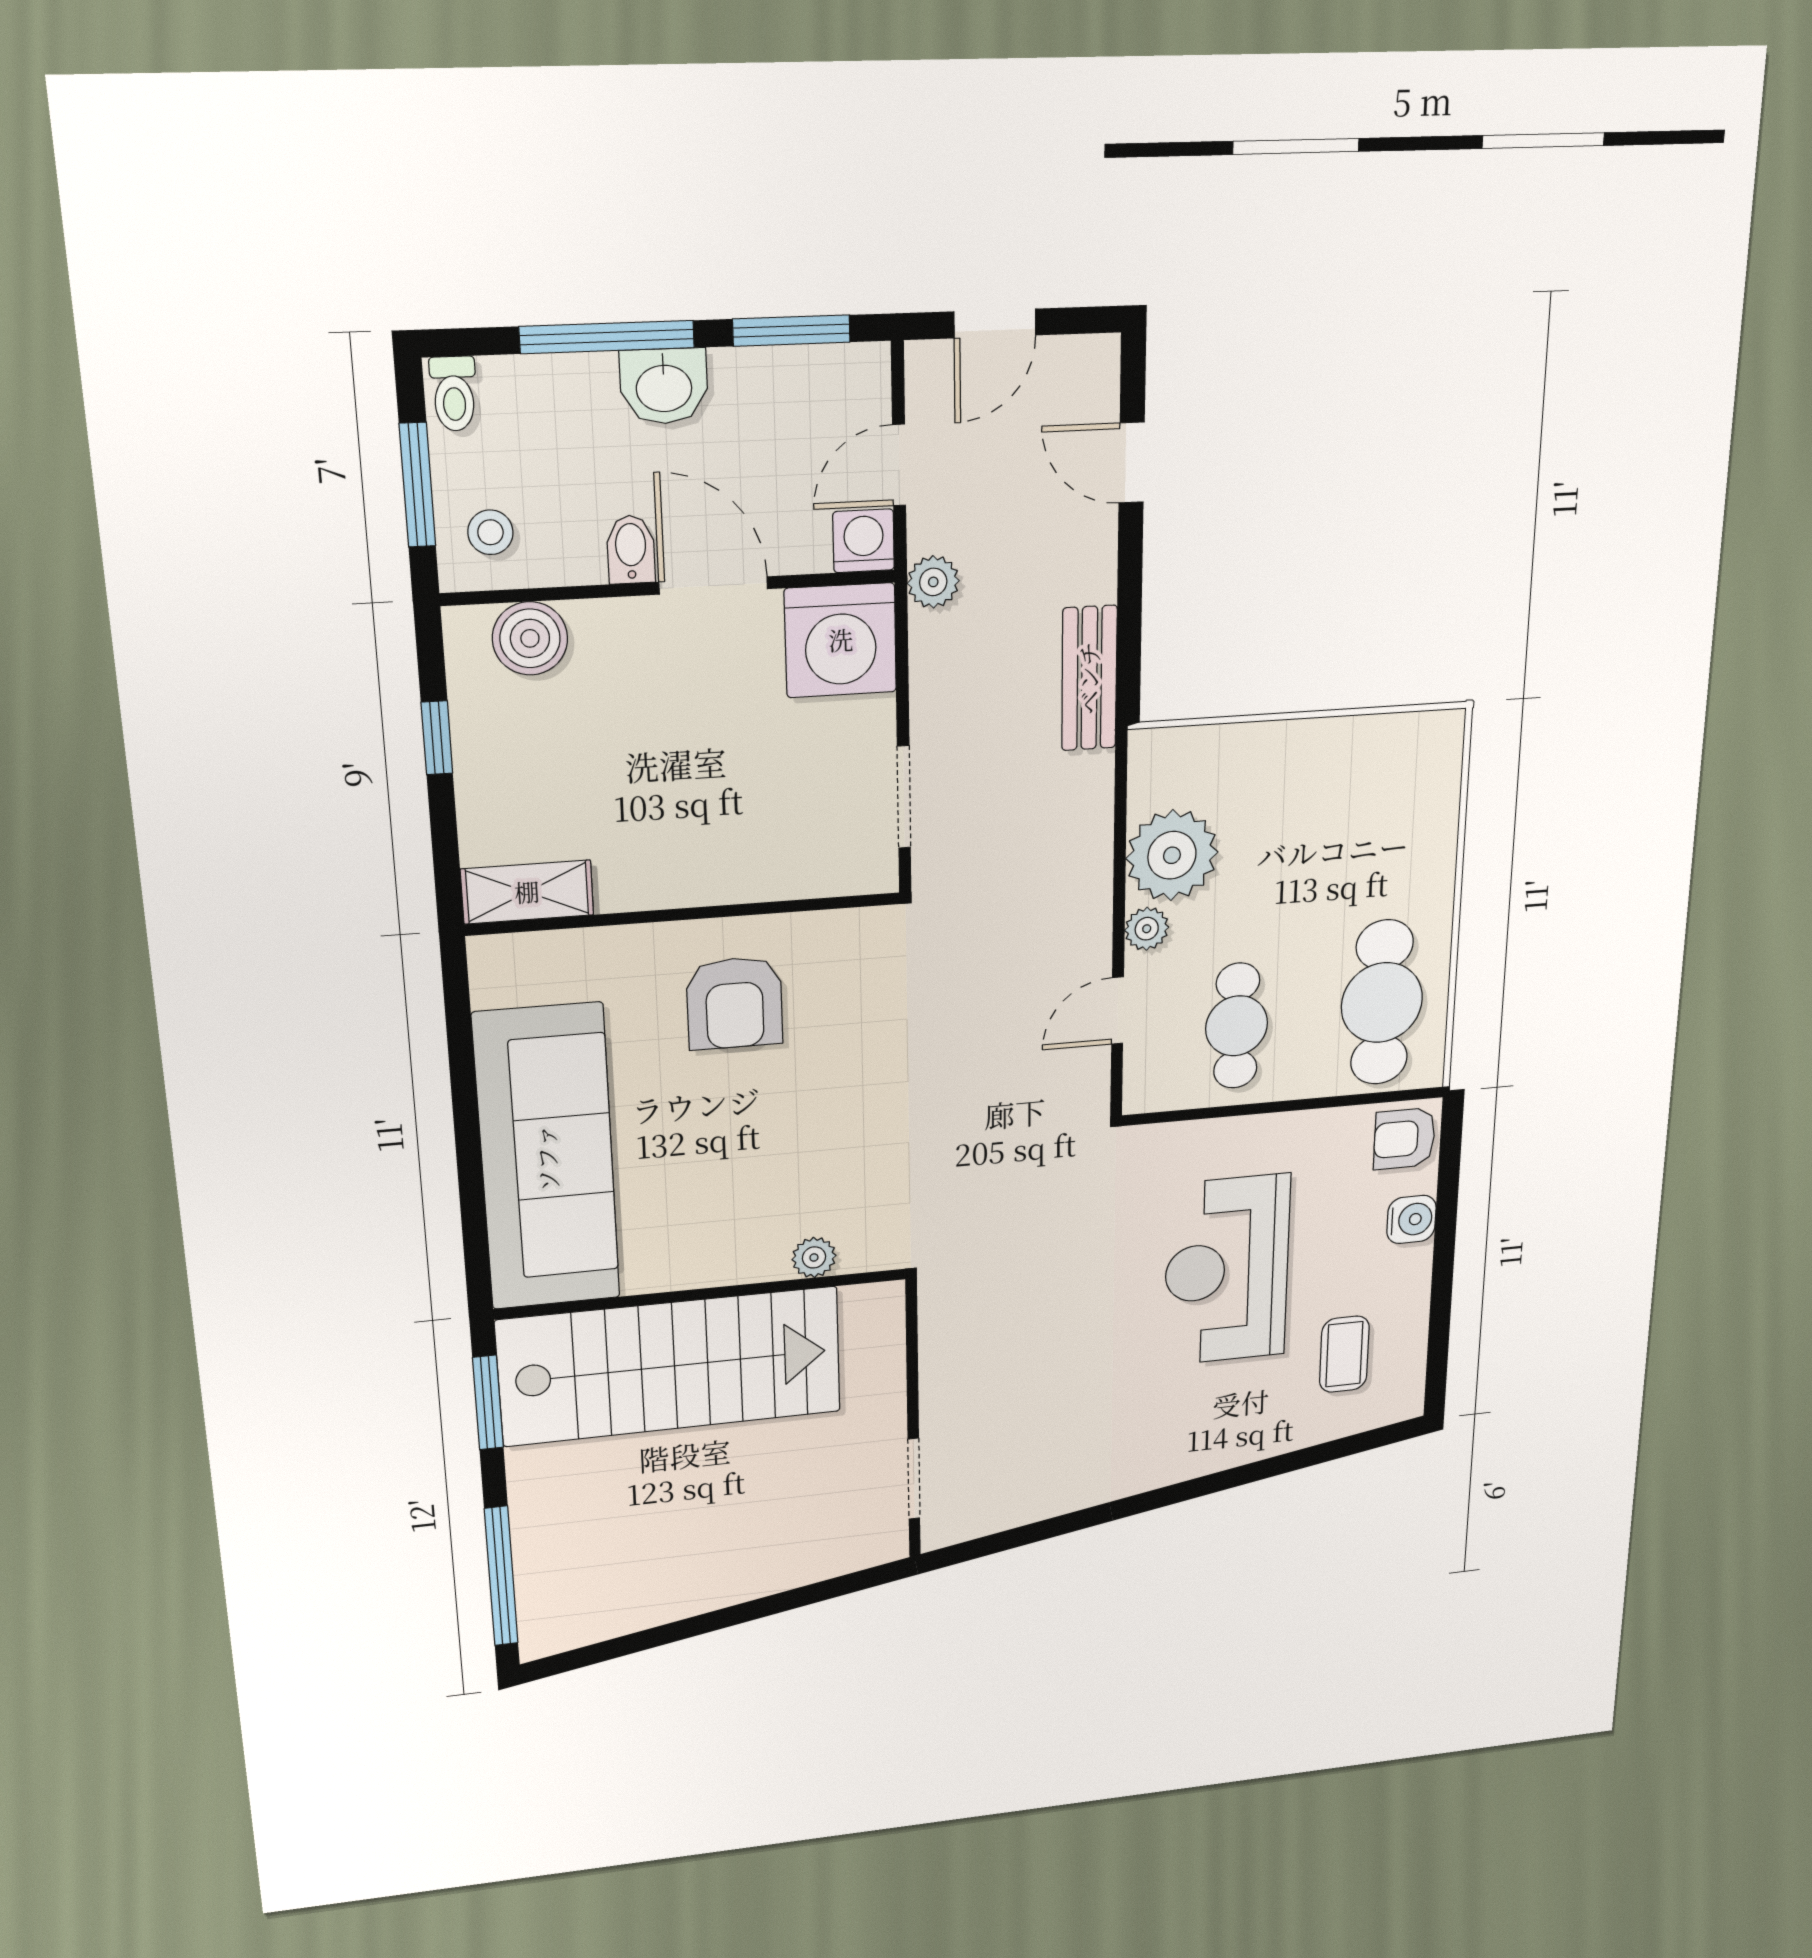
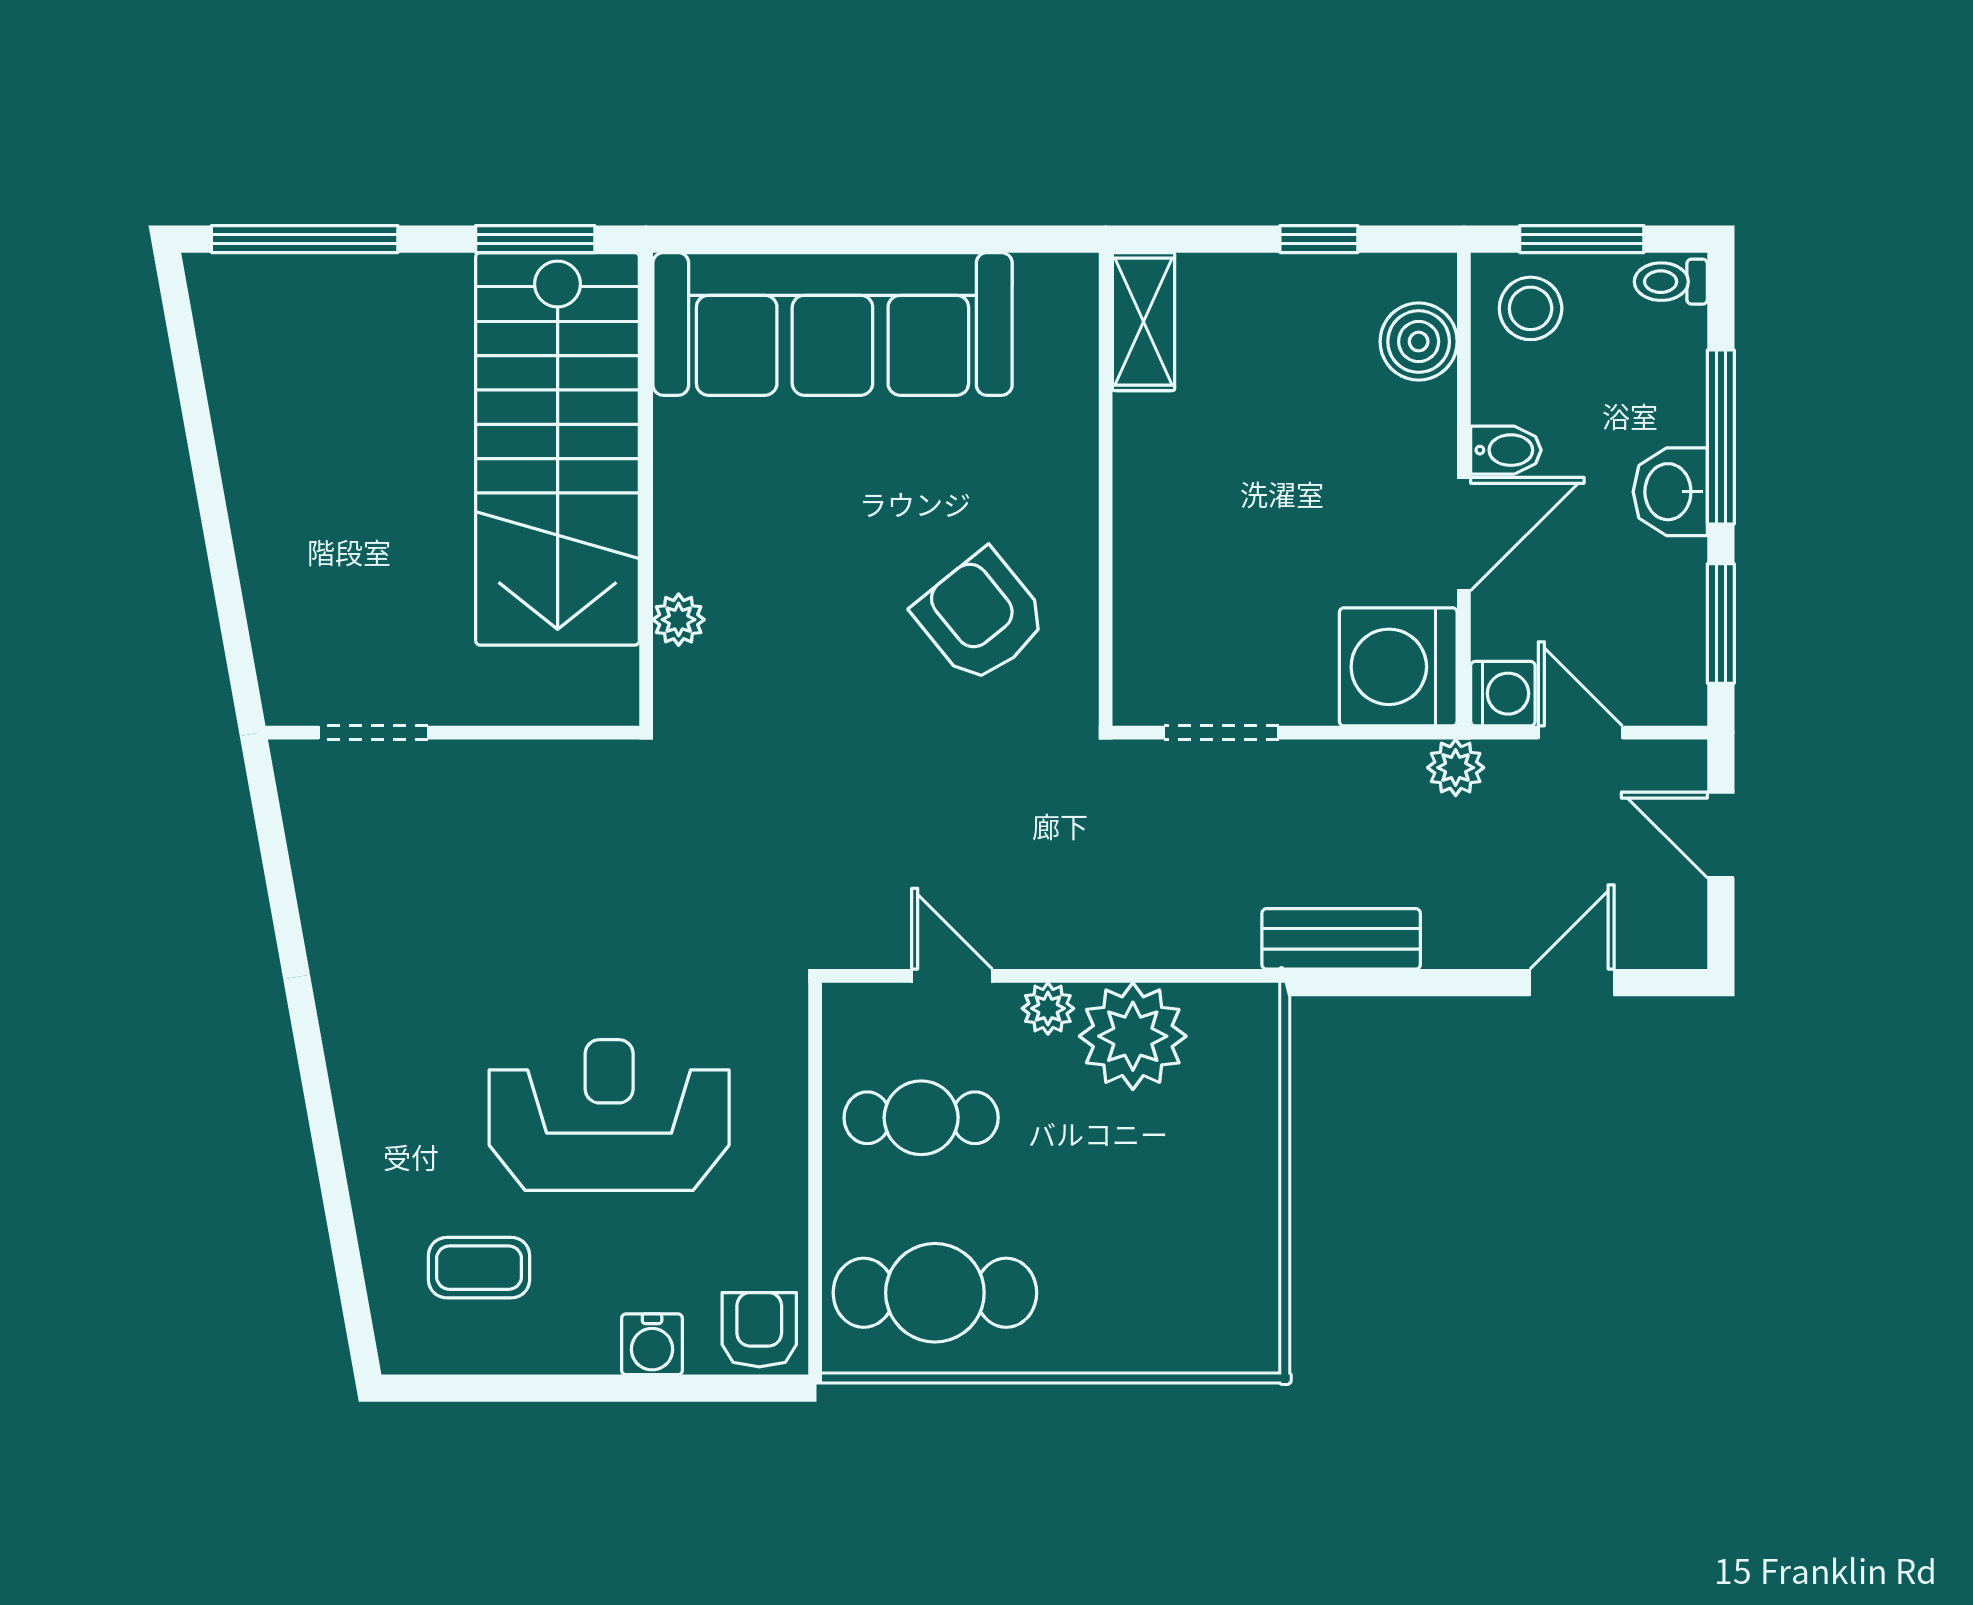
stool: (490, 532) -> (1531, 308), width x1.37, depth x1.37
armchair: (735, 1003) -> (981, 617), moved, turned 51

